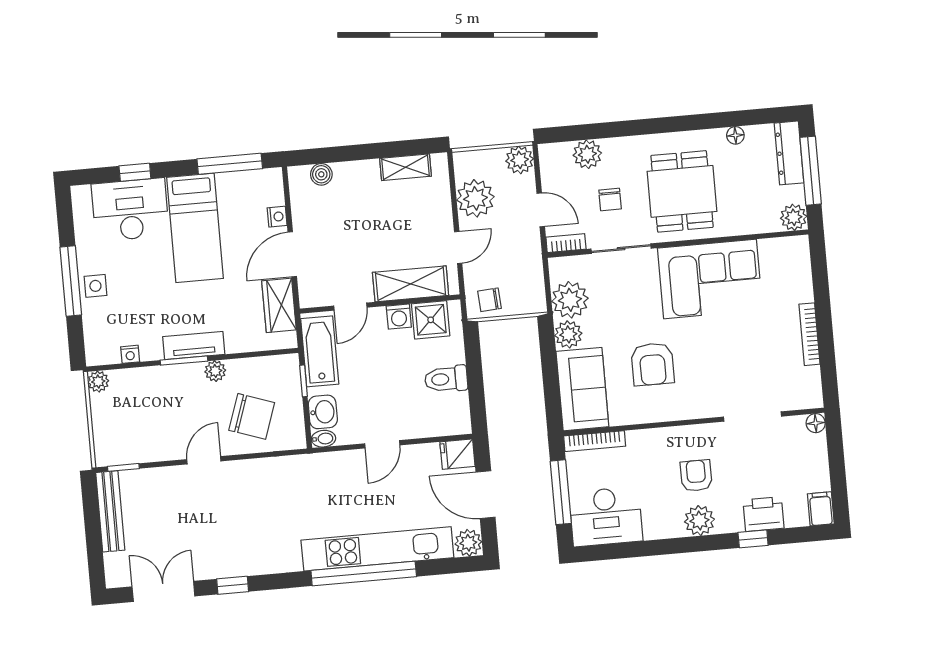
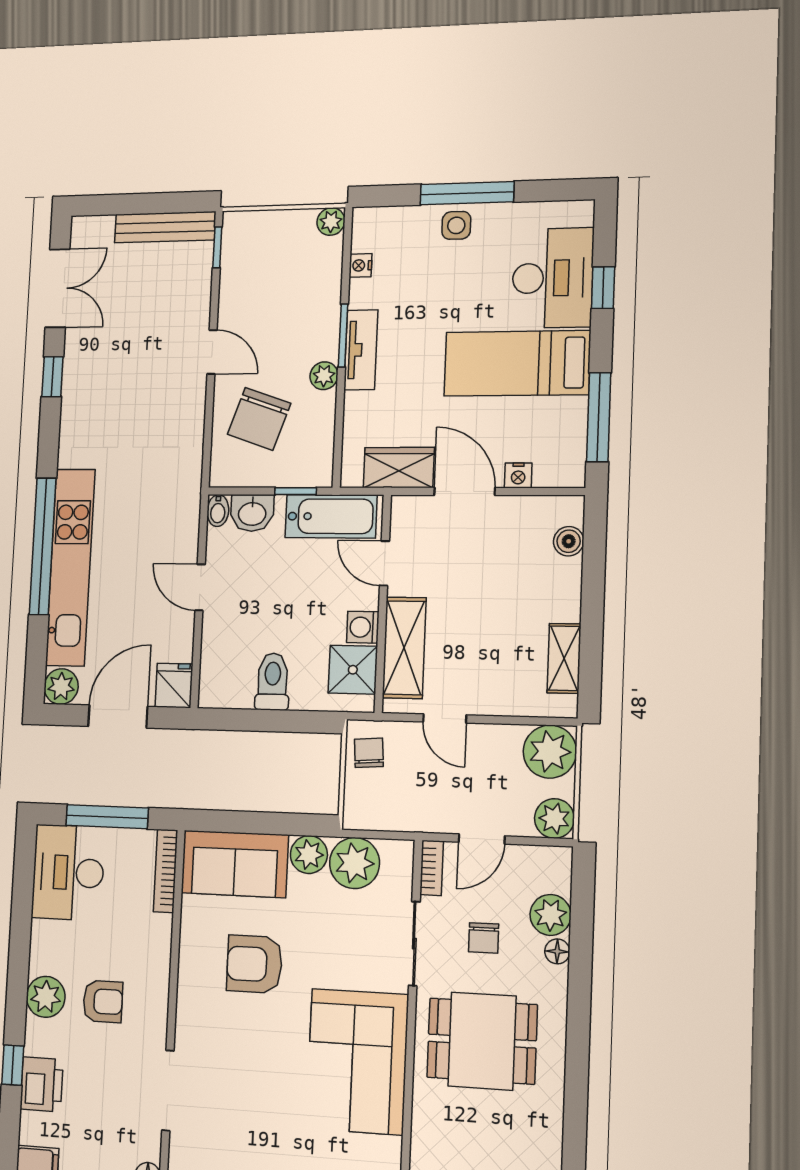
floor lamp: (735, 135) -> (557, 951), moved
plant: (475, 198) -> (550, 752), moved
chair: (610, 199) -> (484, 938), turned -90

